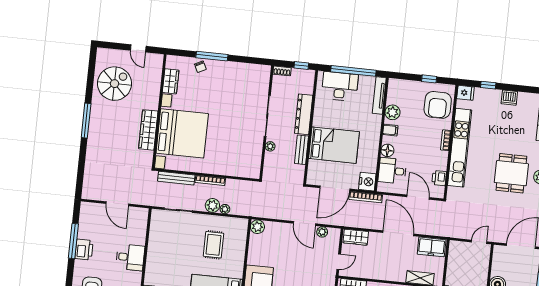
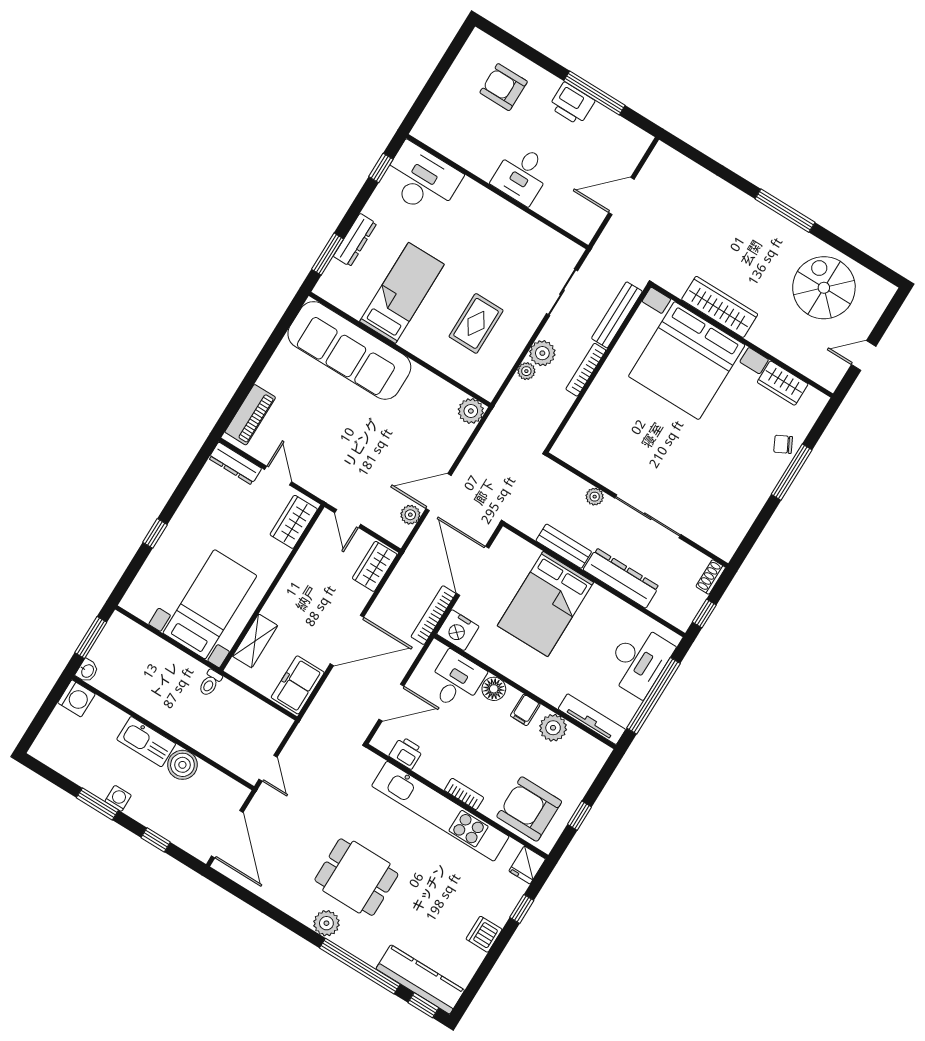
spiral stairs: (115, 84) -> (824, 288), turned 180
rug: (213, 245) -> (476, 323), turned 90

